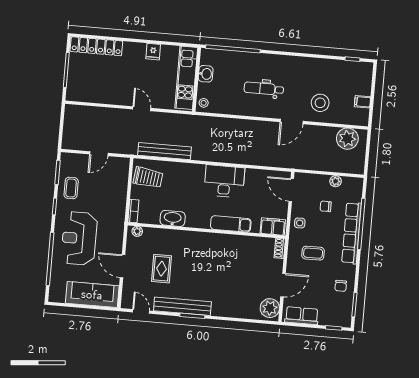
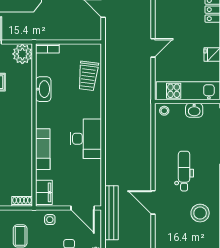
stool: (320, 103) -> (200, 213), moved
bench: (165, 151) -> (112, 213), moved
trolley: (148, 177) -> (88, 76), moved
door: (291, 190) -> (83, 208), swing flipped
plant: (137, 231) -> (22, 54), width x1.88, depth x1.88

